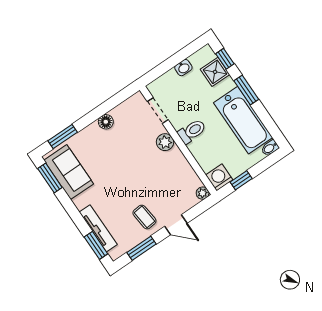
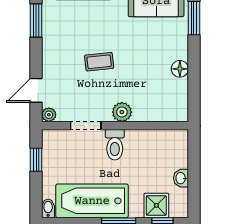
doorway: (158, 110) -> (86, 126), moved
washing machine: (219, 177) -> (53, 141), removed
coffee table: (144, 217) -> (99, 62), moved
door: (176, 225) -> (36, 90), moved

